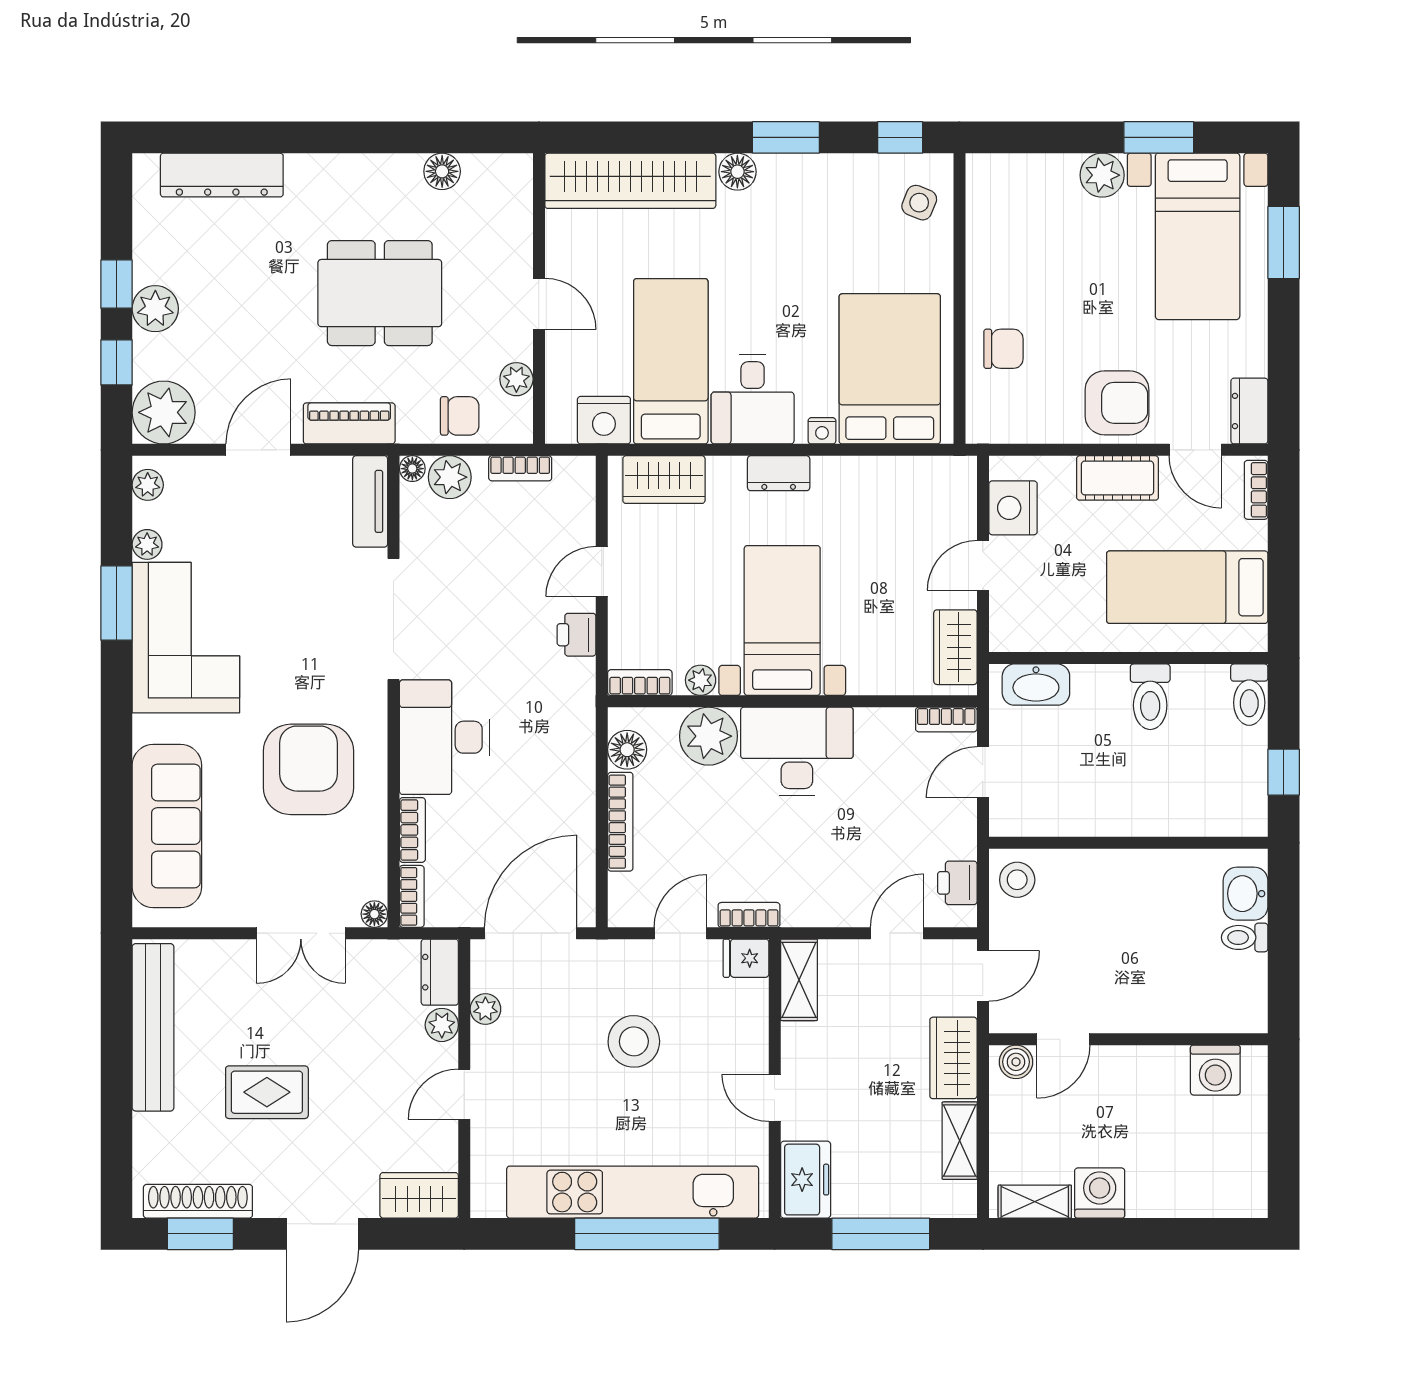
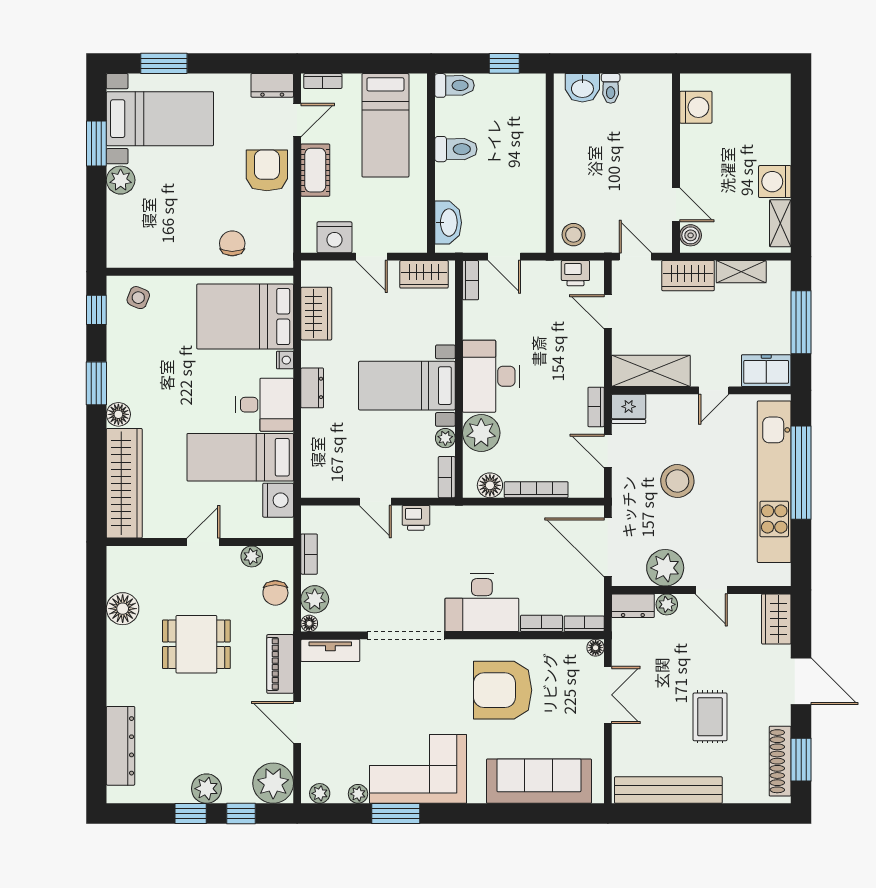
floor lamp: (442, 171) -> (123, 609), width x1.38, depth x1.38
dining table: (380, 293) -> (196, 644), width x0.73
chair: (460, 416) -> (275, 593), turned 180
wardrobe: (664, 480) -> (316, 314), moved
fridge: (746, 958) -> (629, 409), width x1.38
shelving: (799, 980) -> (651, 371), width x1.50, depth x1.33
plant: (485, 1009) -> (665, 568), width x1.88, depth x1.88

